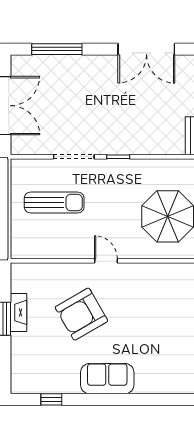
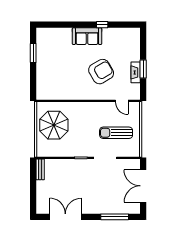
door: (106, 261) -> (122, 101), moved
window: (51, 399) -> (102, 25), moved

